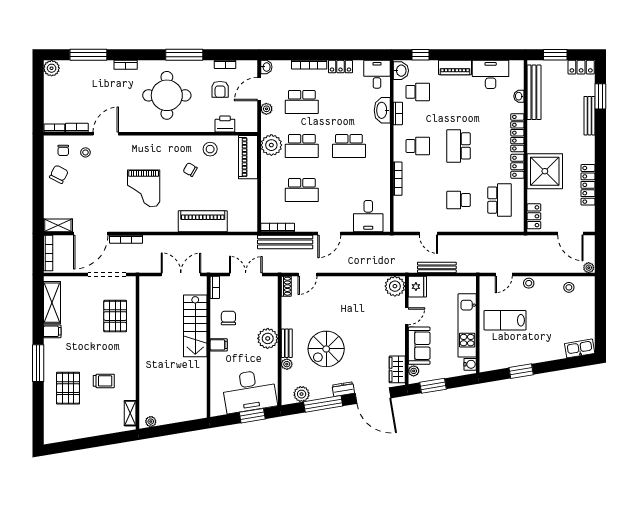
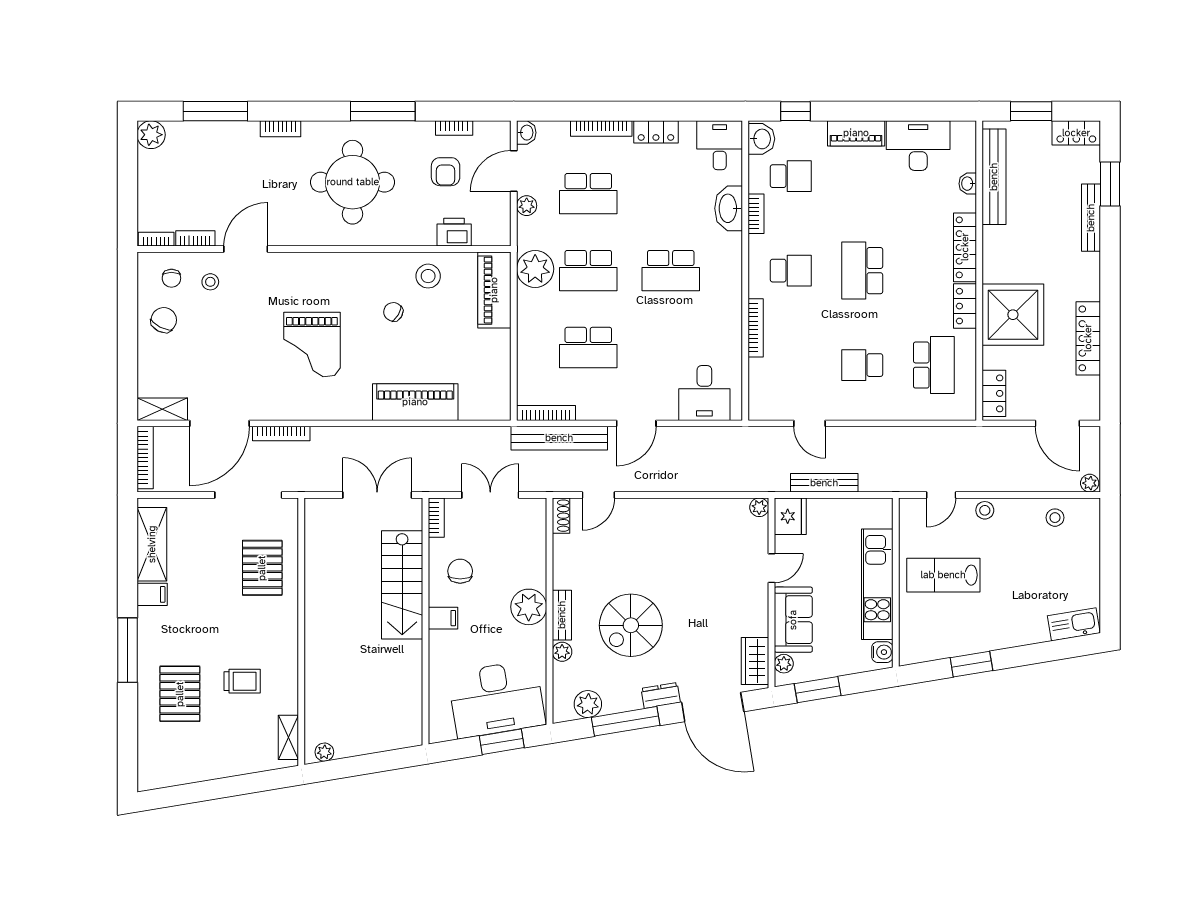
plant: (395, 286) -> (759, 507), width x0.53, depth x0.53

